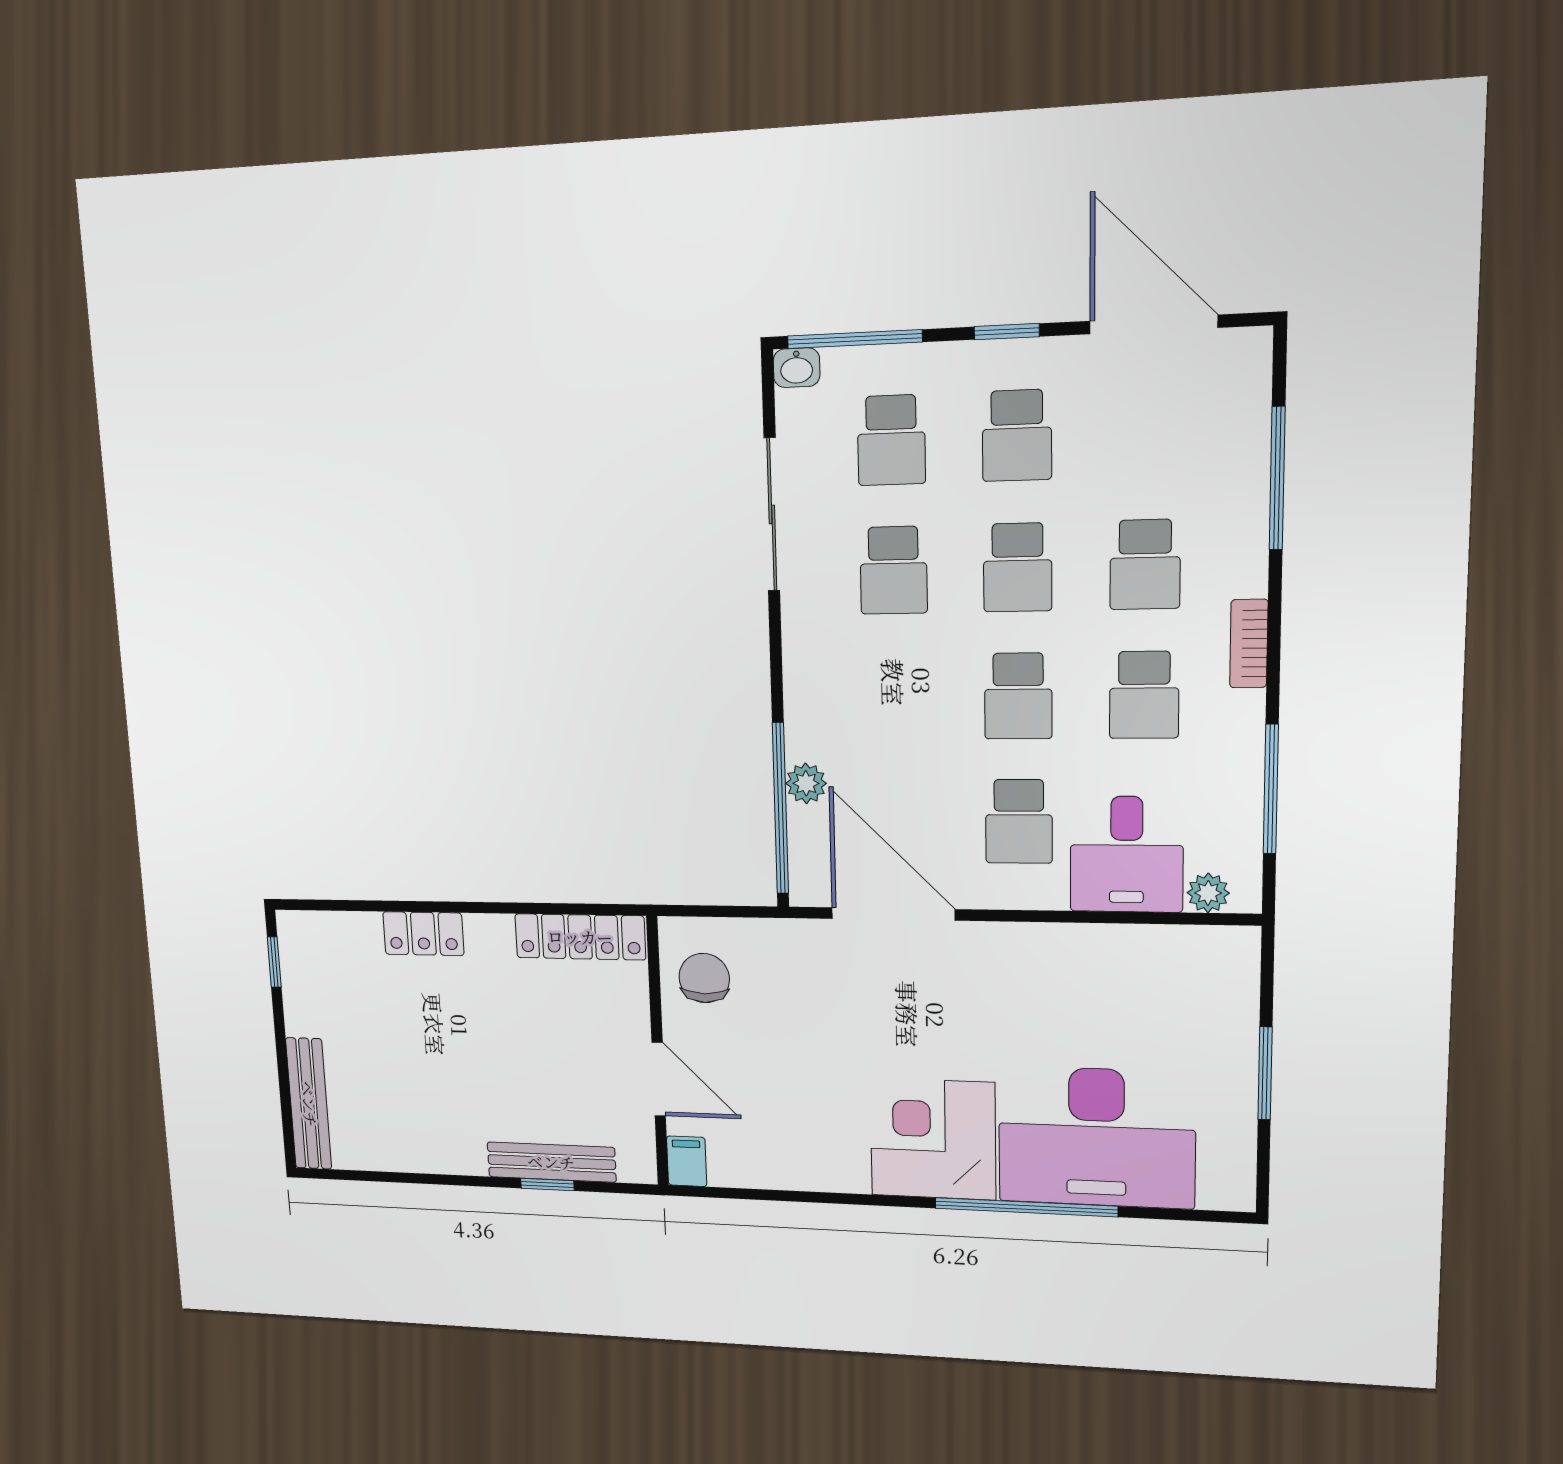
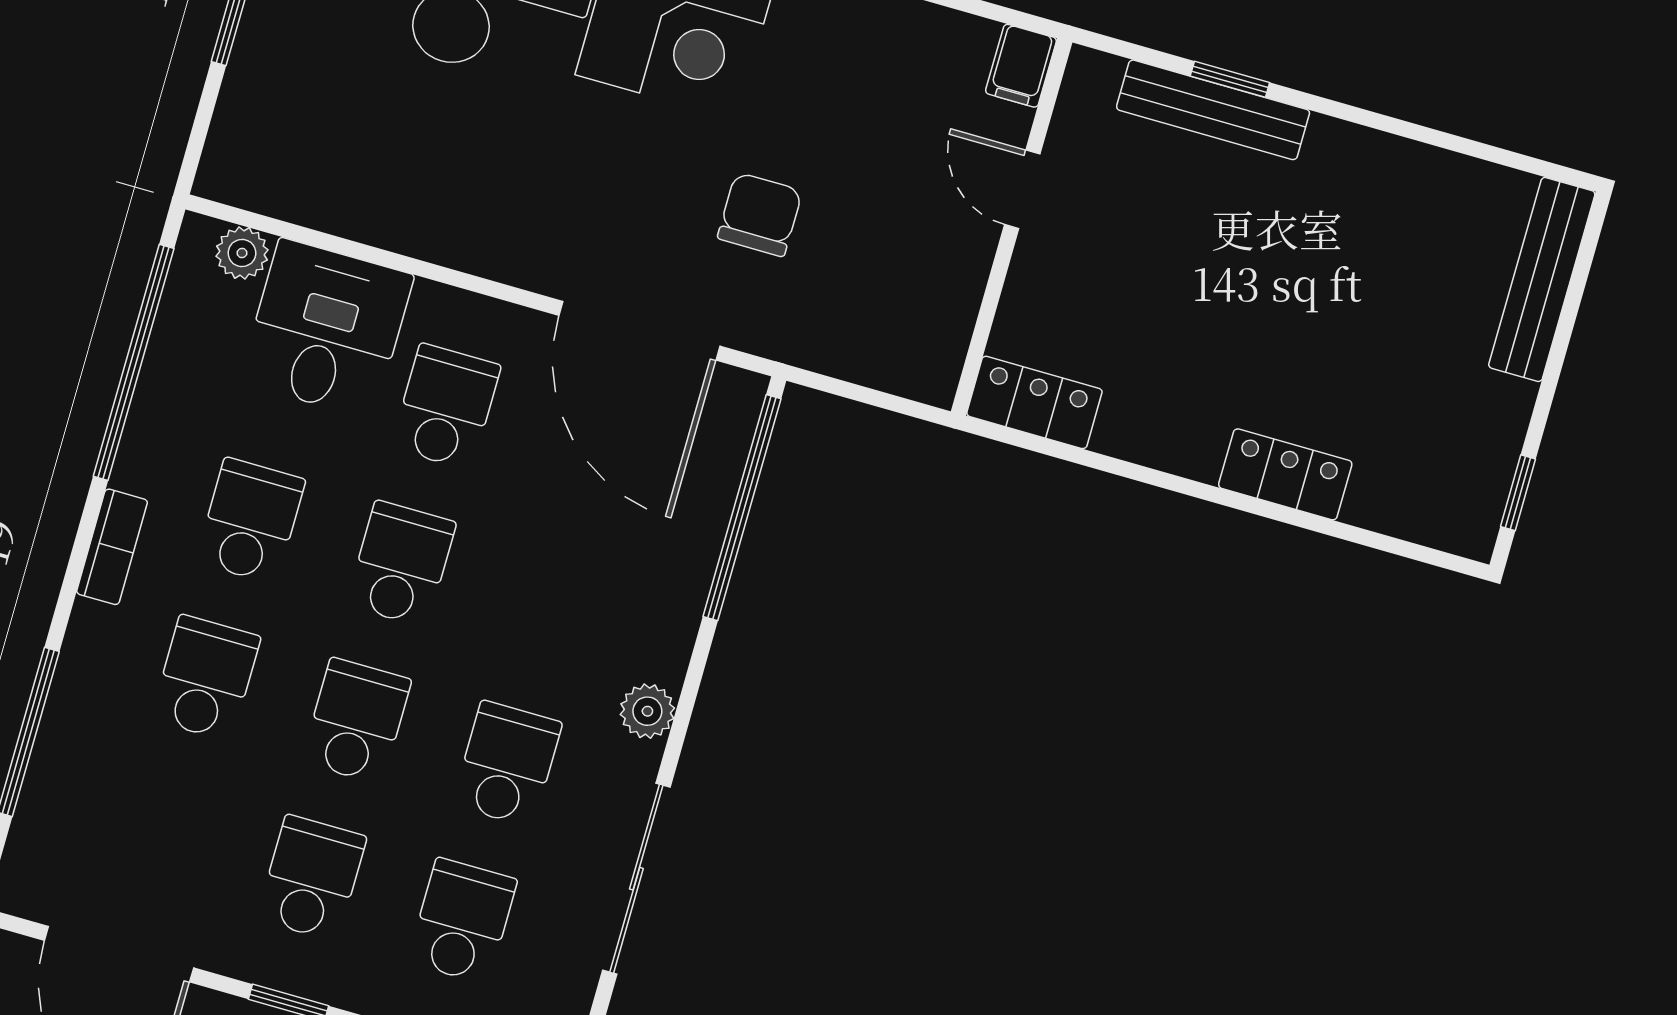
plant: (806, 783) -> (647, 711), moved
window: (1271, 789) -> (134, 362), width x1.46
locker: (580, 937) -> (1034, 402), width x0.66
chair: (704, 978) -> (760, 214), moved, turned 180
door: (659, 1079) -> (1022, 189), width x0.73

